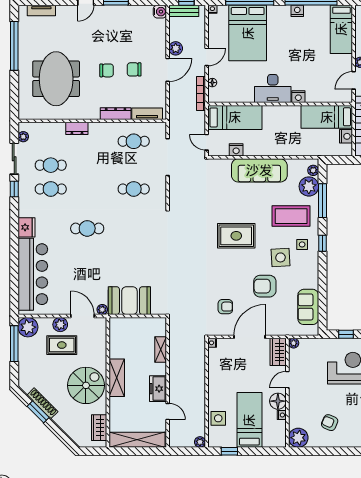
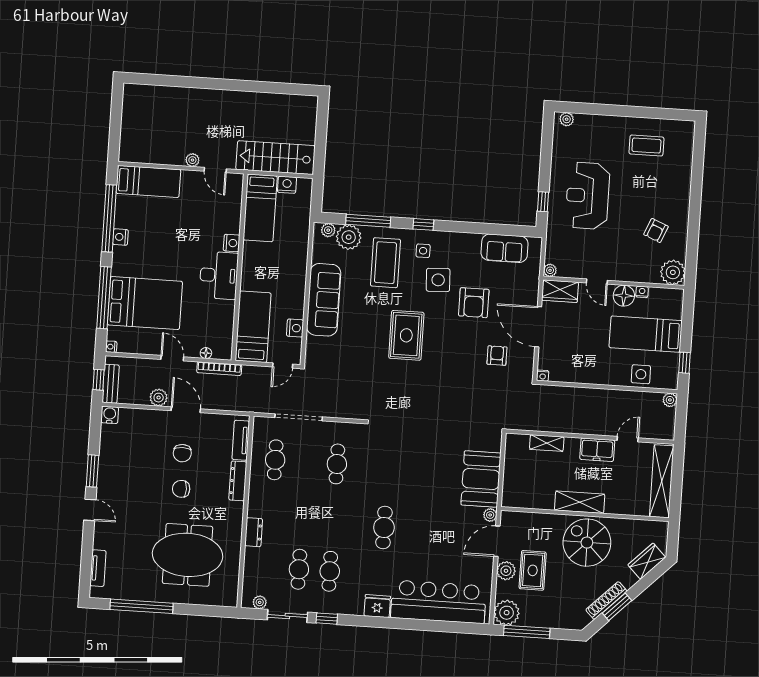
chair: (107, 70) -> (181, 489), turned -90
wardrobe: (99, 428) -> (647, 561), moved, turned 135

